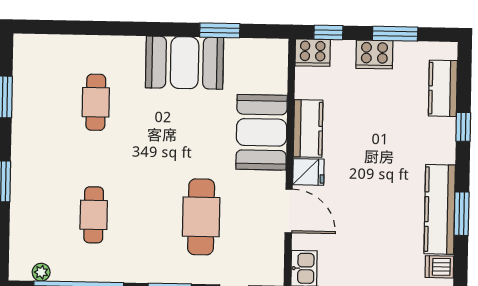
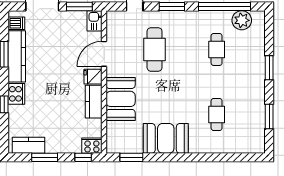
window: (220, 30) -> (131, 157), moved
cooker: (374, 54) -> (16, 94), moved, turned 90
kitchen counter: (443, 88) -> (28, 145), moved, turned -90
door: (289, 211) -> (104, 54), hinge flipped
plant: (41, 272) -> (242, 20), width x1.88, depth x1.88

